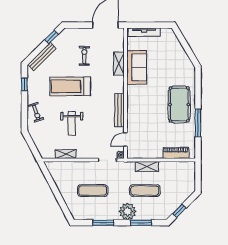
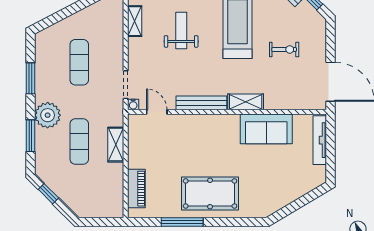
shelving: (119, 64) -> (246, 102), moved
weight bench: (72, 123) -> (181, 30), turned 90

